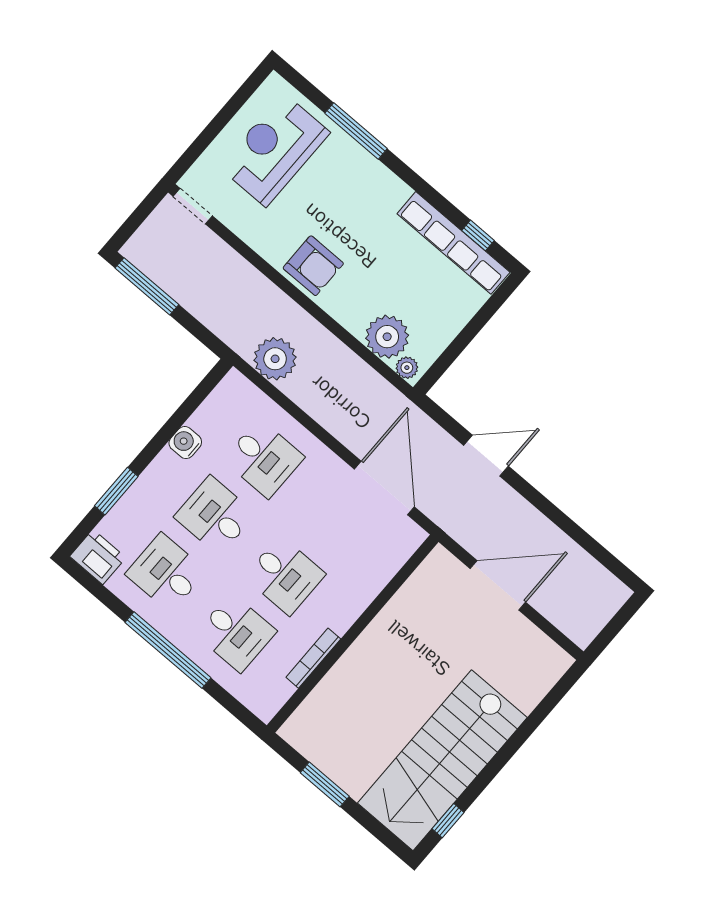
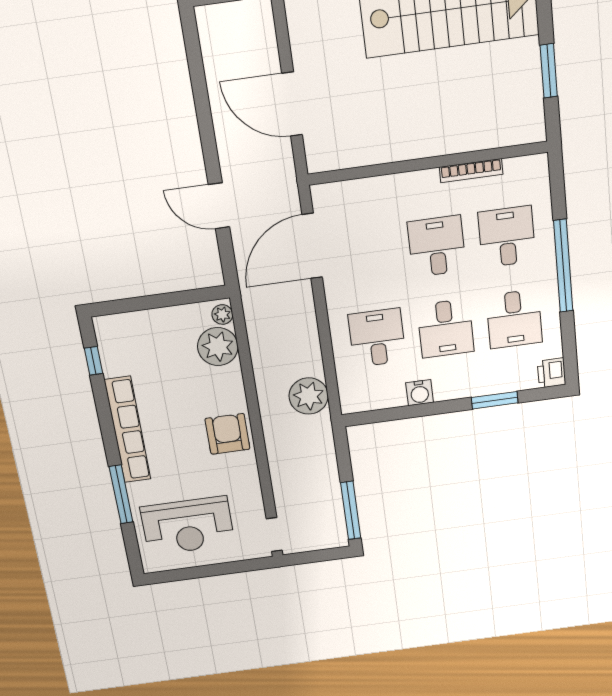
row of seats: (453, 243) -> (128, 430), moved
printer: (98, 557) -> (552, 373), width x0.73, depth x0.81

